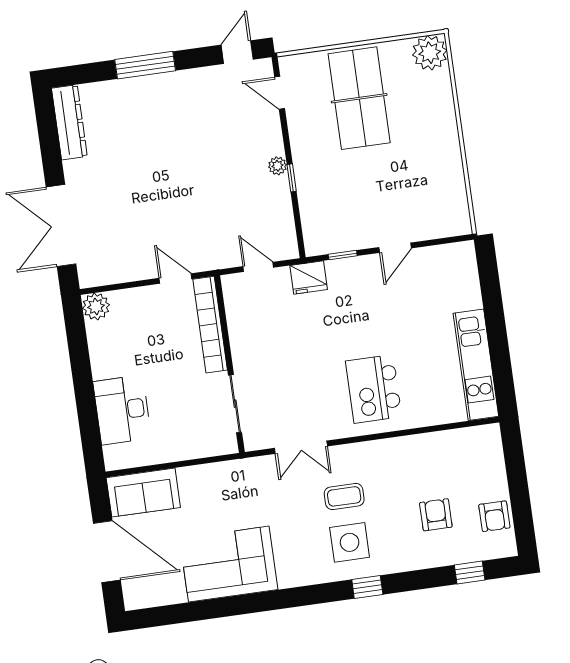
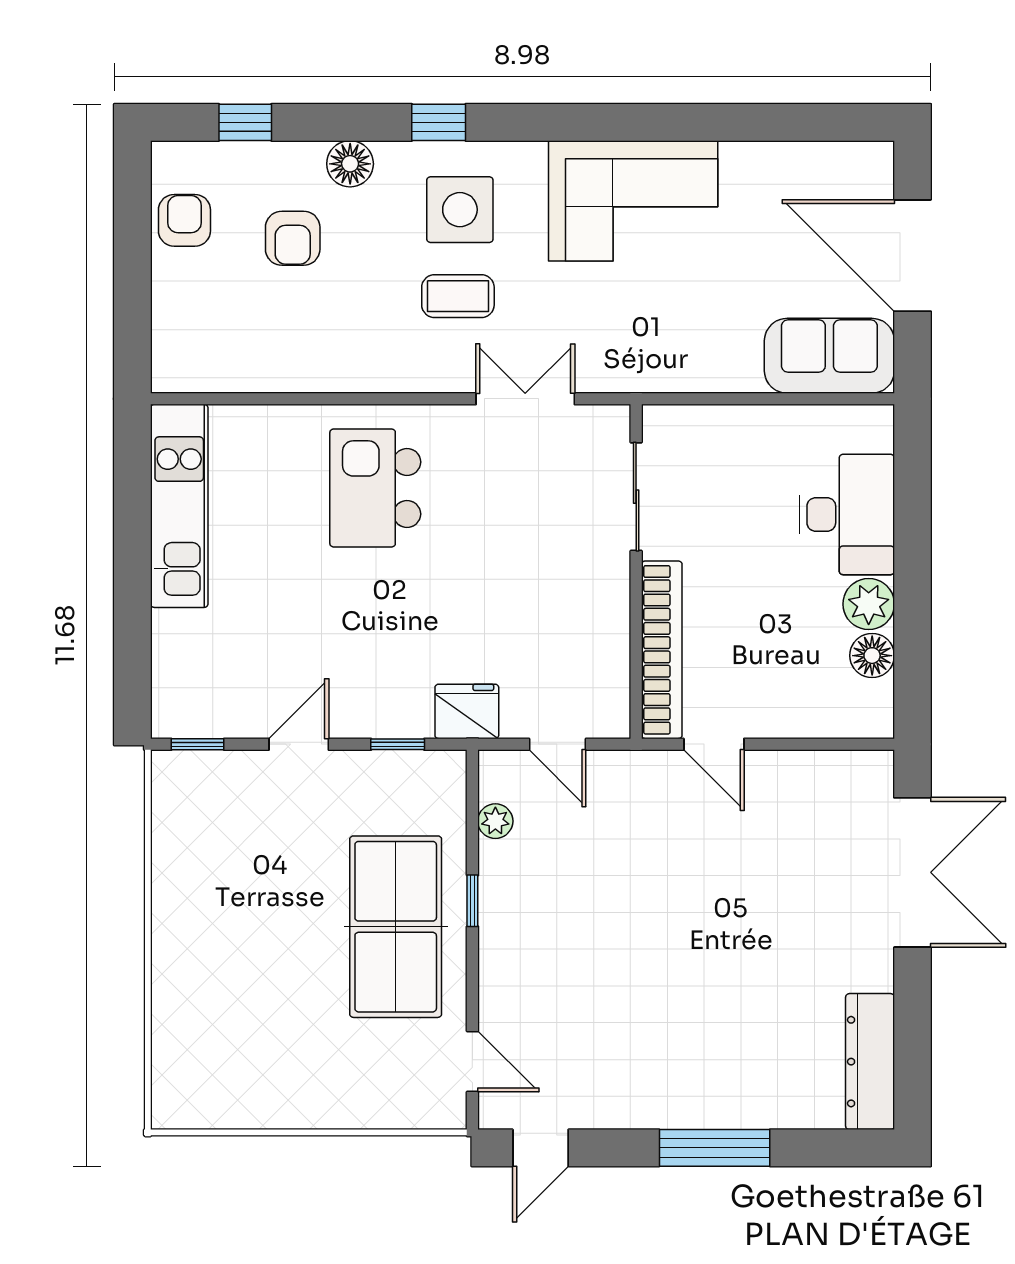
plant: (430, 53) -> (184, 1097), removed
table tennis table: (359, 98) -> (396, 927), moved
plant: (278, 166) -> (495, 821), moved
window: (449, 240) -> (198, 744), added
plant: (96, 306) -> (869, 604), moved
floor lamp: (98, 337) -> (872, 656), added
kitchen island: (374, 389) -> (375, 488), turned 180
floor lamp: (411, 558) -> (350, 164), added
corner sofa: (229, 564) -> (633, 201), moved

